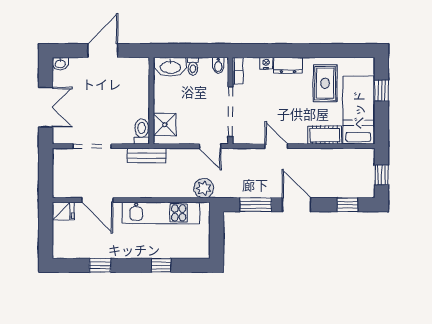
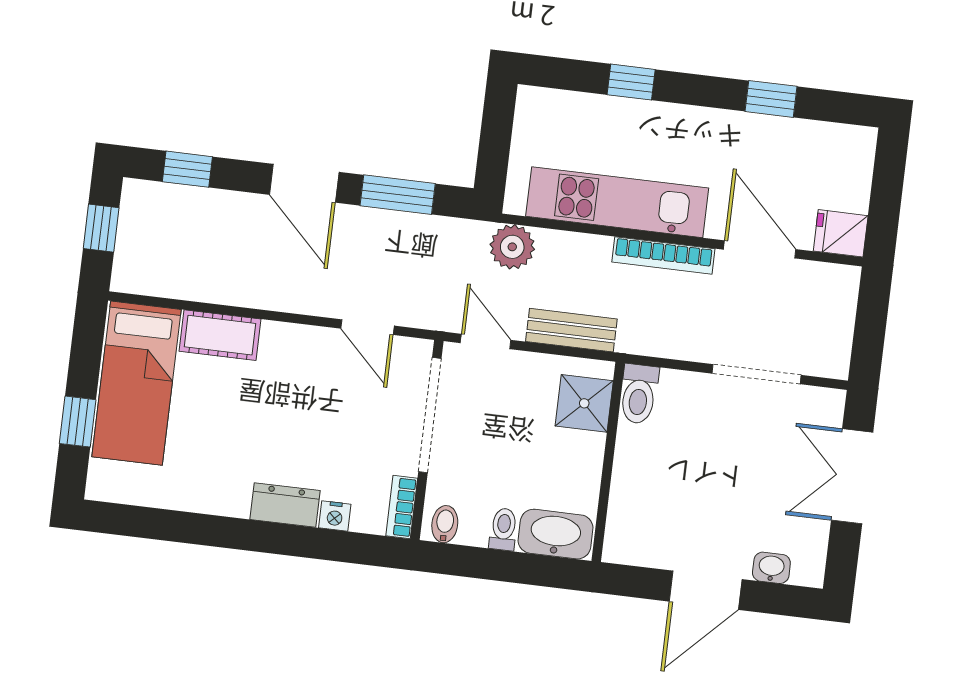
washbasin: (60, 64) -> (771, 568), moved
rug: (325, 83) -> (205, 454), removed
door: (276, 146) -> (368, 327), moved
bench: (147, 155) -> (571, 330), moved
bookcase: (138, 192) -> (663, 255), added

